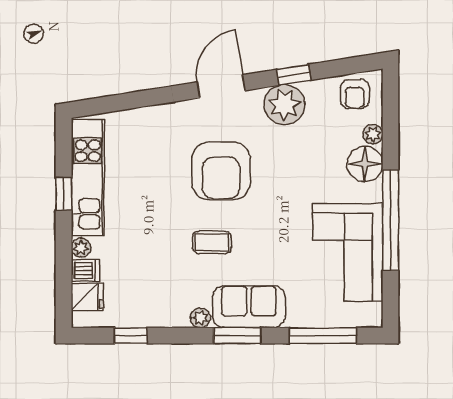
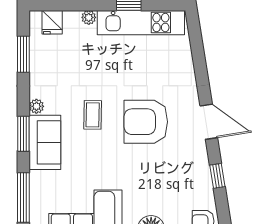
plant: (284, 105) -> (195, 169), removed
dishwasher: (85, 270) -> (72, 21), removed
window: (130, 336) -> (23, 54), width x1.50

